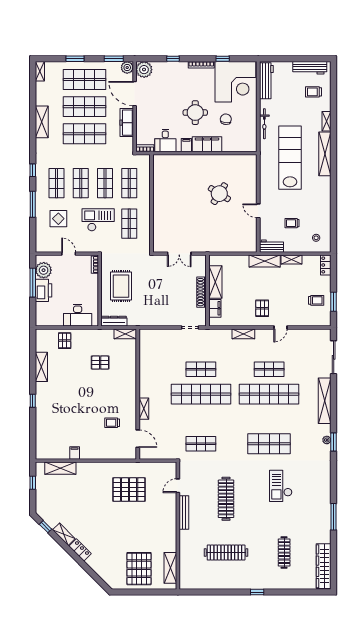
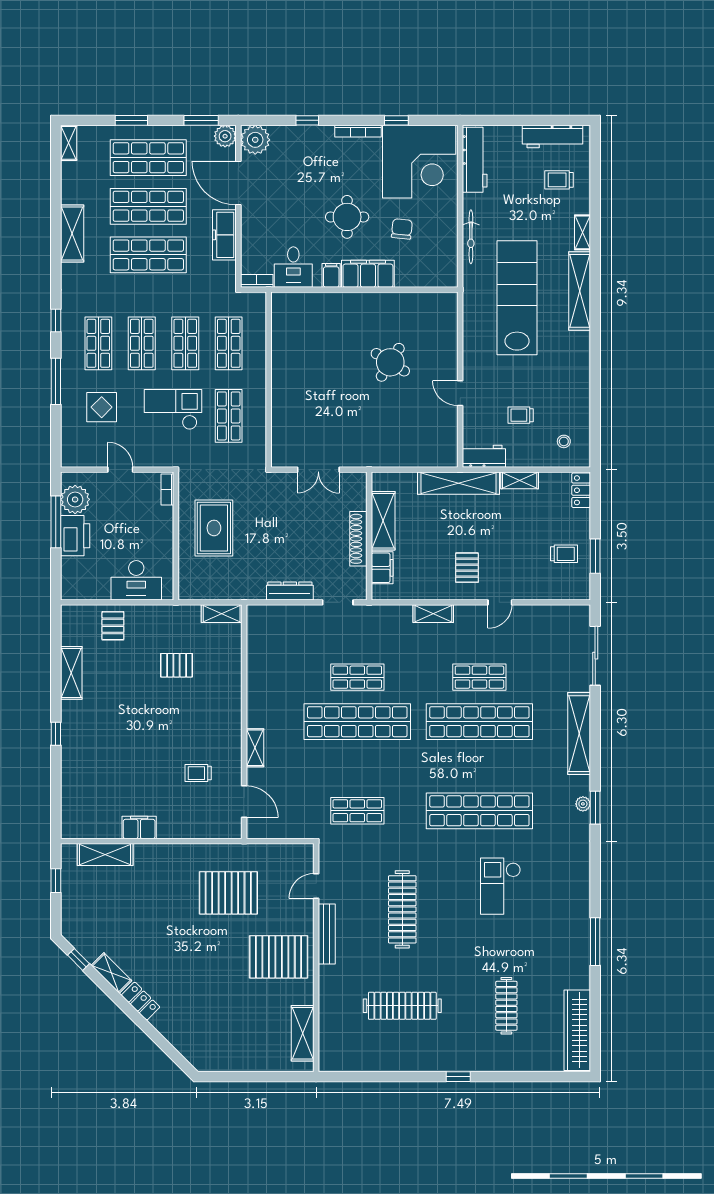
shelving: (265, 261) -> (458, 483), width x1.47
dresser: (114, 321) -> (290, 591), moved
shop shelf: (269, 444) -> (479, 811), width x1.40
filing cabinet: (75, 453) -> (139, 827), width x2.00
pallet: (139, 569) -> (279, 957), moved, turned 90

